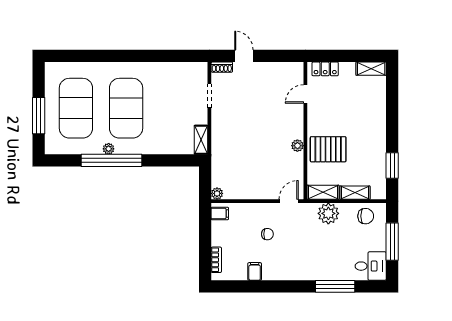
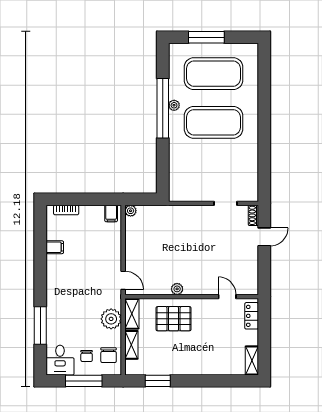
shelving: (201, 140) -> (183, 195), removed
pallet: (328, 149) -> (174, 319), turned 90
chair: (267, 234) -> (87, 356), moved

